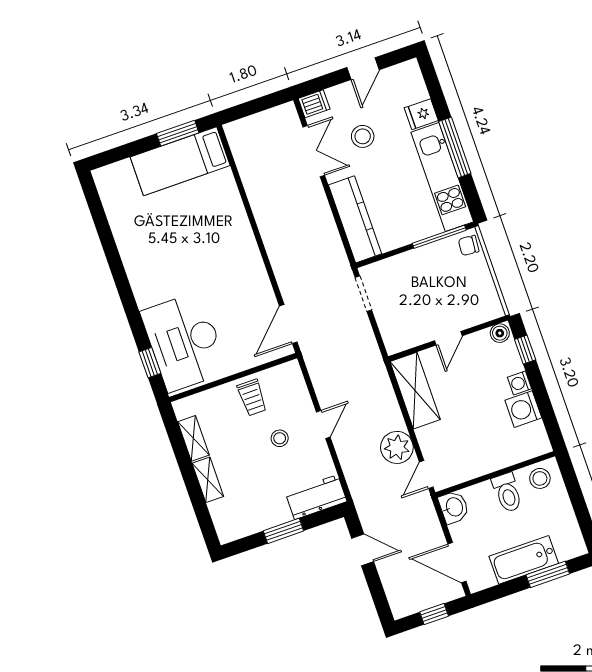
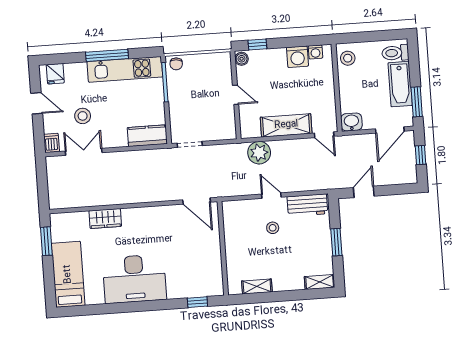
fridge: (421, 114) -> (55, 74), moved
bed: (180, 161) -> (68, 274), moved, turned 180
wardrobe: (230, 205) -> (105, 219), added
kitchen counter: (355, 219) -> (147, 136), width x0.67
desk: (184, 342) -> (134, 279), moved
washing machine: (519, 383) -> (315, 52), moved
shelving: (415, 391) -> (286, 125), moved
trolley: (252, 397) -> (240, 239), removed
plant: (397, 447) -> (259, 153), moved
shelving: (208, 480) -> (320, 282), moved
toilet: (507, 493) -> (395, 53), moved, turned 180
workbench: (316, 497) -> (307, 205), moved, turned -90
window: (548, 574) -> (417, 102), moved

